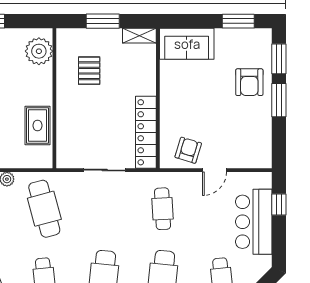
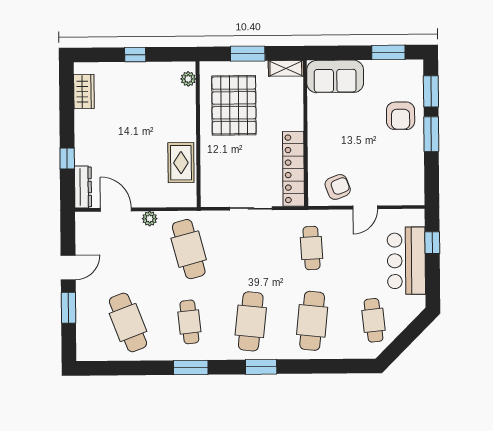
plant: (39, 51) -> (188, 79), width x0.53, depth x0.53
pallet: (89, 71) -> (234, 105), width x2.05, depth x2.00
armchair: (188, 150) -> (338, 187), turned 52

